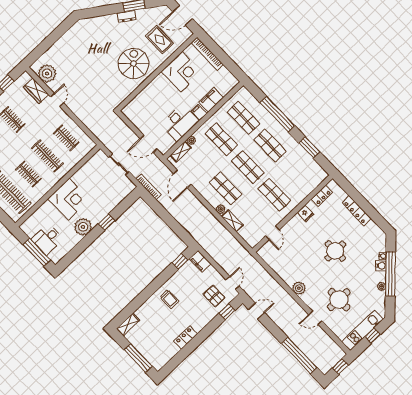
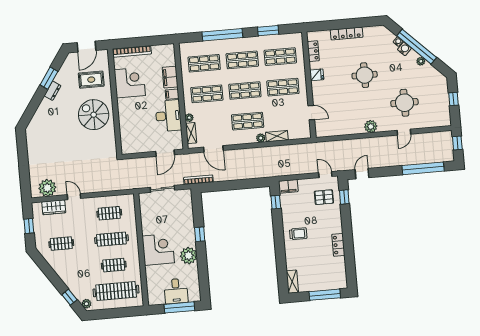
shop shelf: (297, 173) -> (280, 57), added
kitchen unit: (362, 330) -> (443, 104), removed

